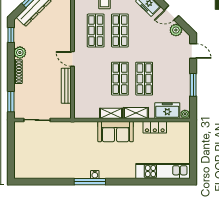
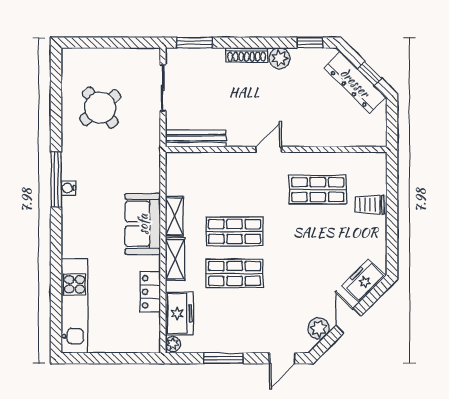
shop shelf: (120, 31) -> (318, 232), removed
bench: (66, 86) -> (196, 138), moved
round table: (48, 156) -> (100, 108), added

